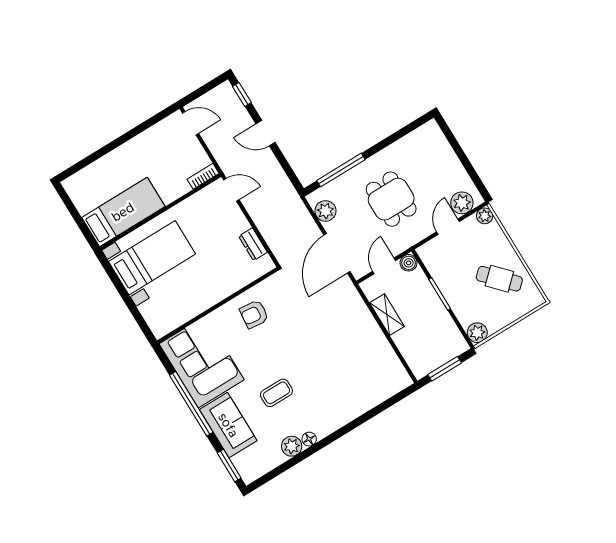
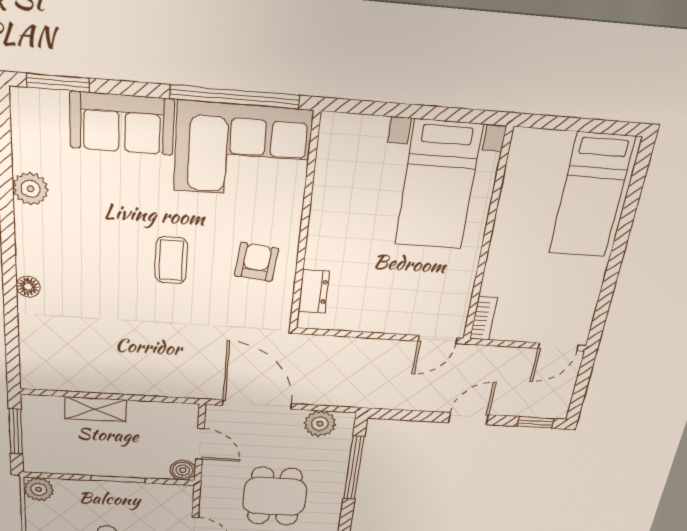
dining table: (391, 199) -> (275, 496), turned 90
bed: (123, 212) -> (591, 196), moved
dresser: (253, 244) -> (314, 291), moved, turned 90
shelving: (387, 315) -> (96, 409), moved
coffee table: (276, 393) -> (171, 260), moved
window: (191, 404) -> (235, 97), moved
floor lamp: (309, 439) -> (28, 287), moved

